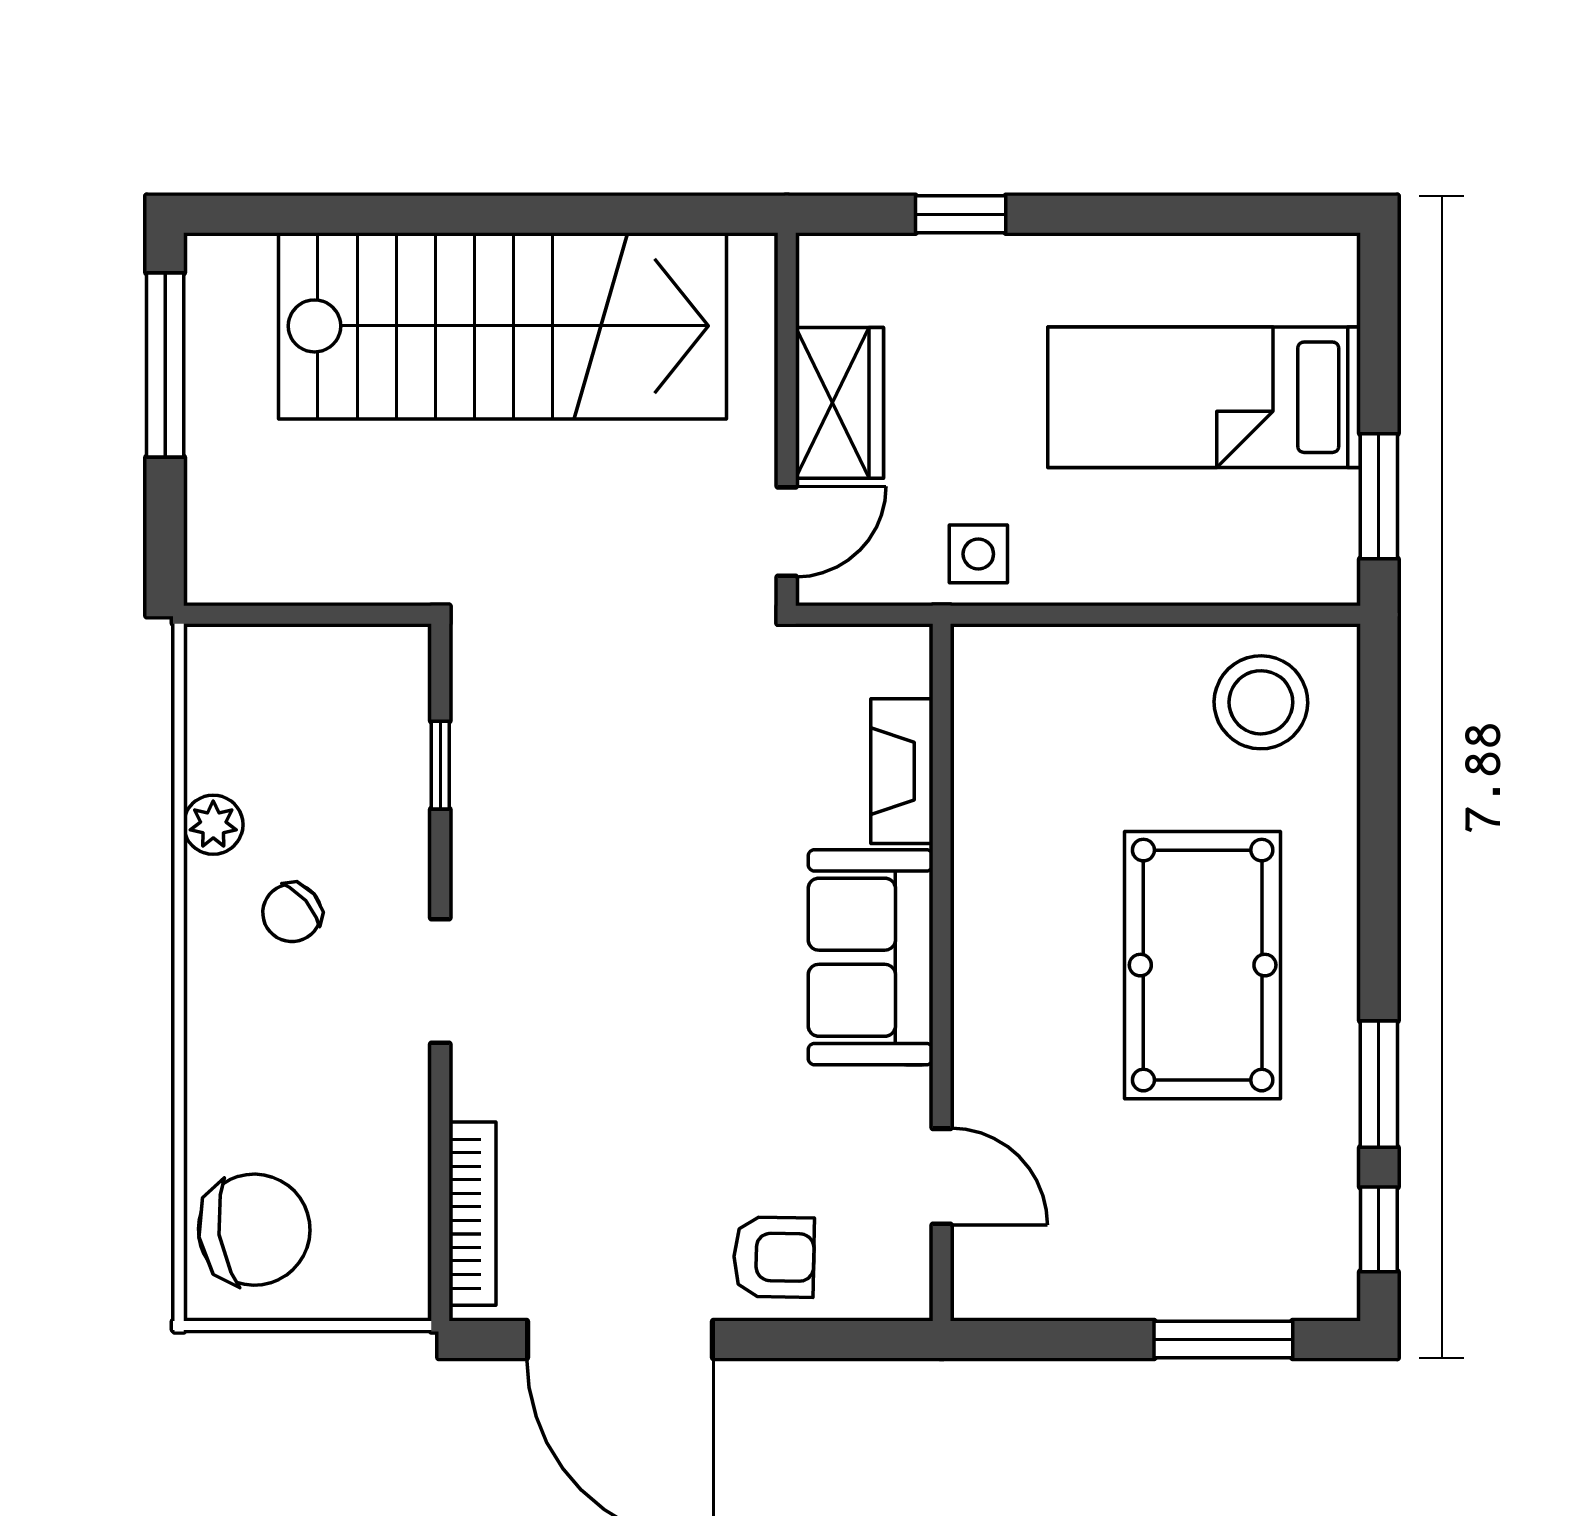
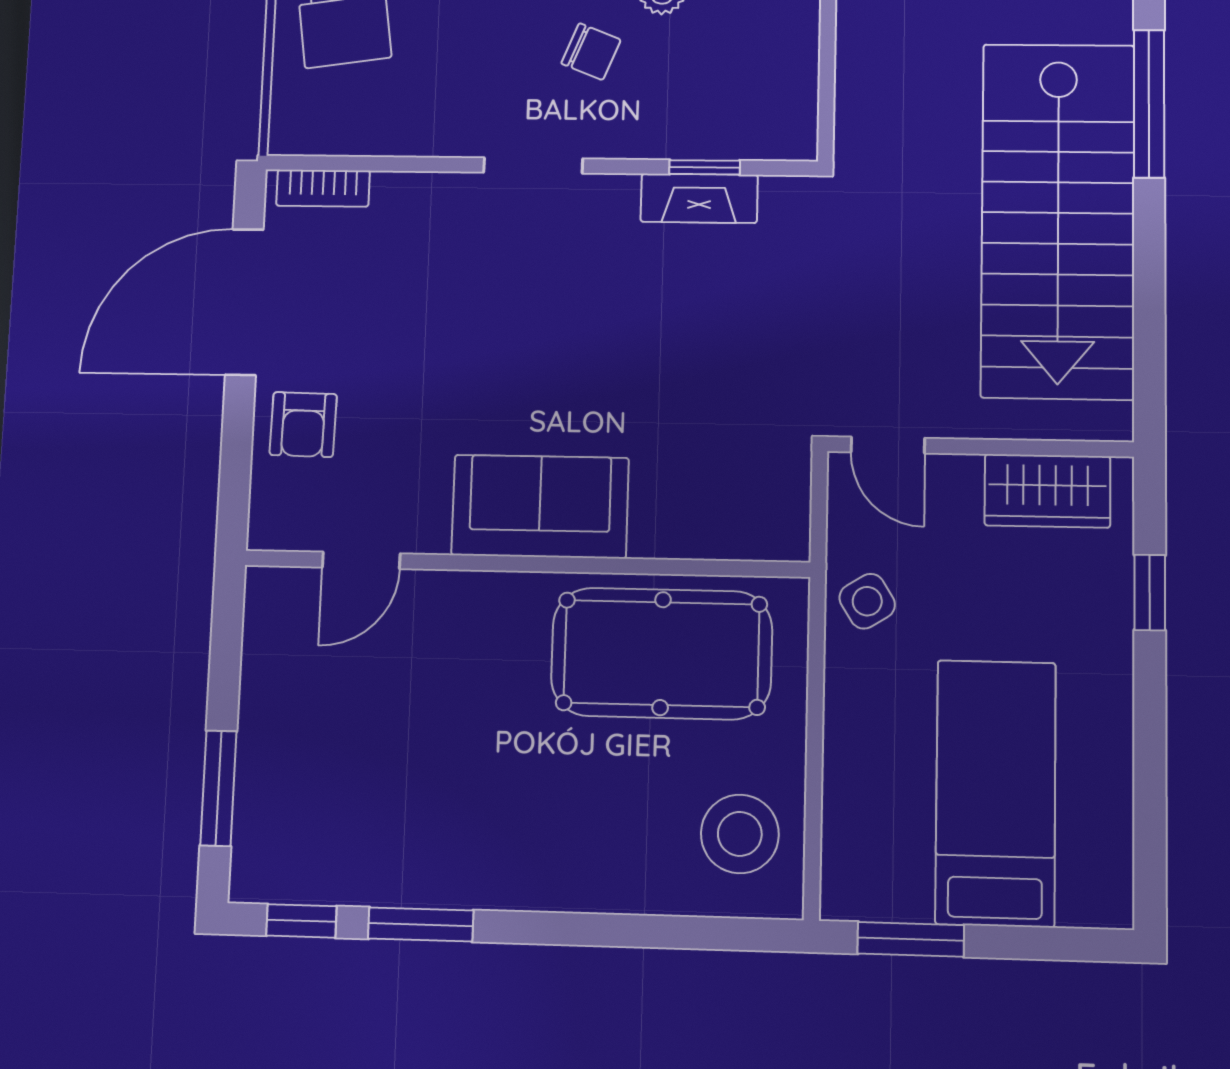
window: (353, 214) -> (1149, 104), added
wardrobe: (839, 403) -> (1047, 491), moved
side table: (978, 554) -> (867, 601), turned -32
fireplace: (902, 771) -> (699, 198), moved, turned 180
chair: (292, 913) -> (591, 52), turned 153
pool table: (1203, 965) -> (662, 653), moved
bookcase: (472, 1214) -> (323, 188), width x0.64

